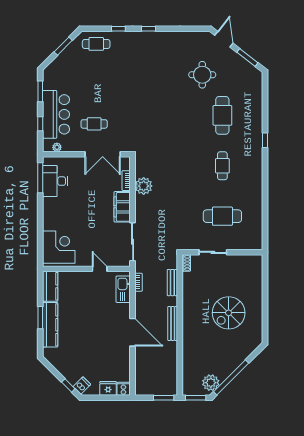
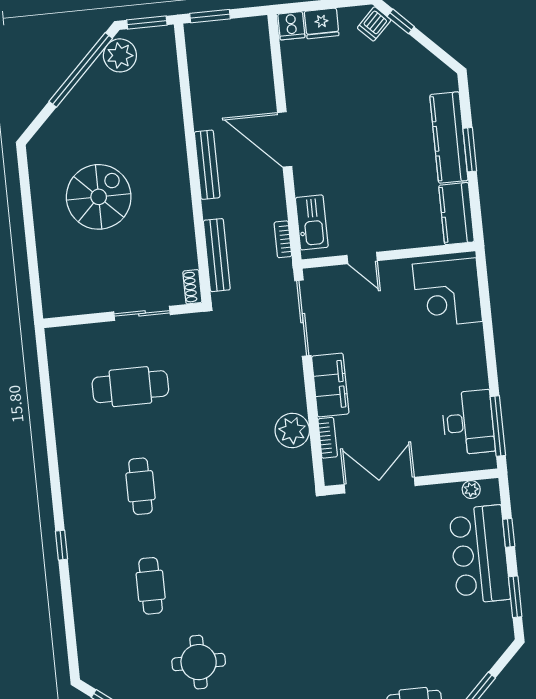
cafe table: (222, 115) -> (151, 586), width x0.73, depth x0.74
cafe table: (94, 124) -> (402, 543), removed
bench: (172, 283) -> (217, 255), width x1.36

